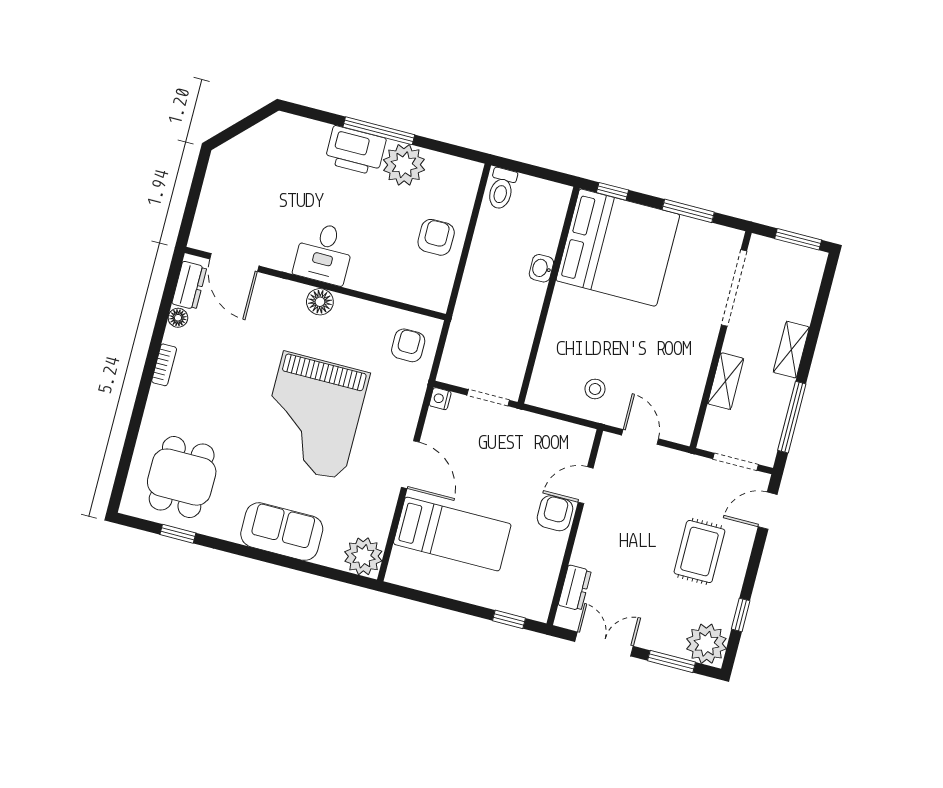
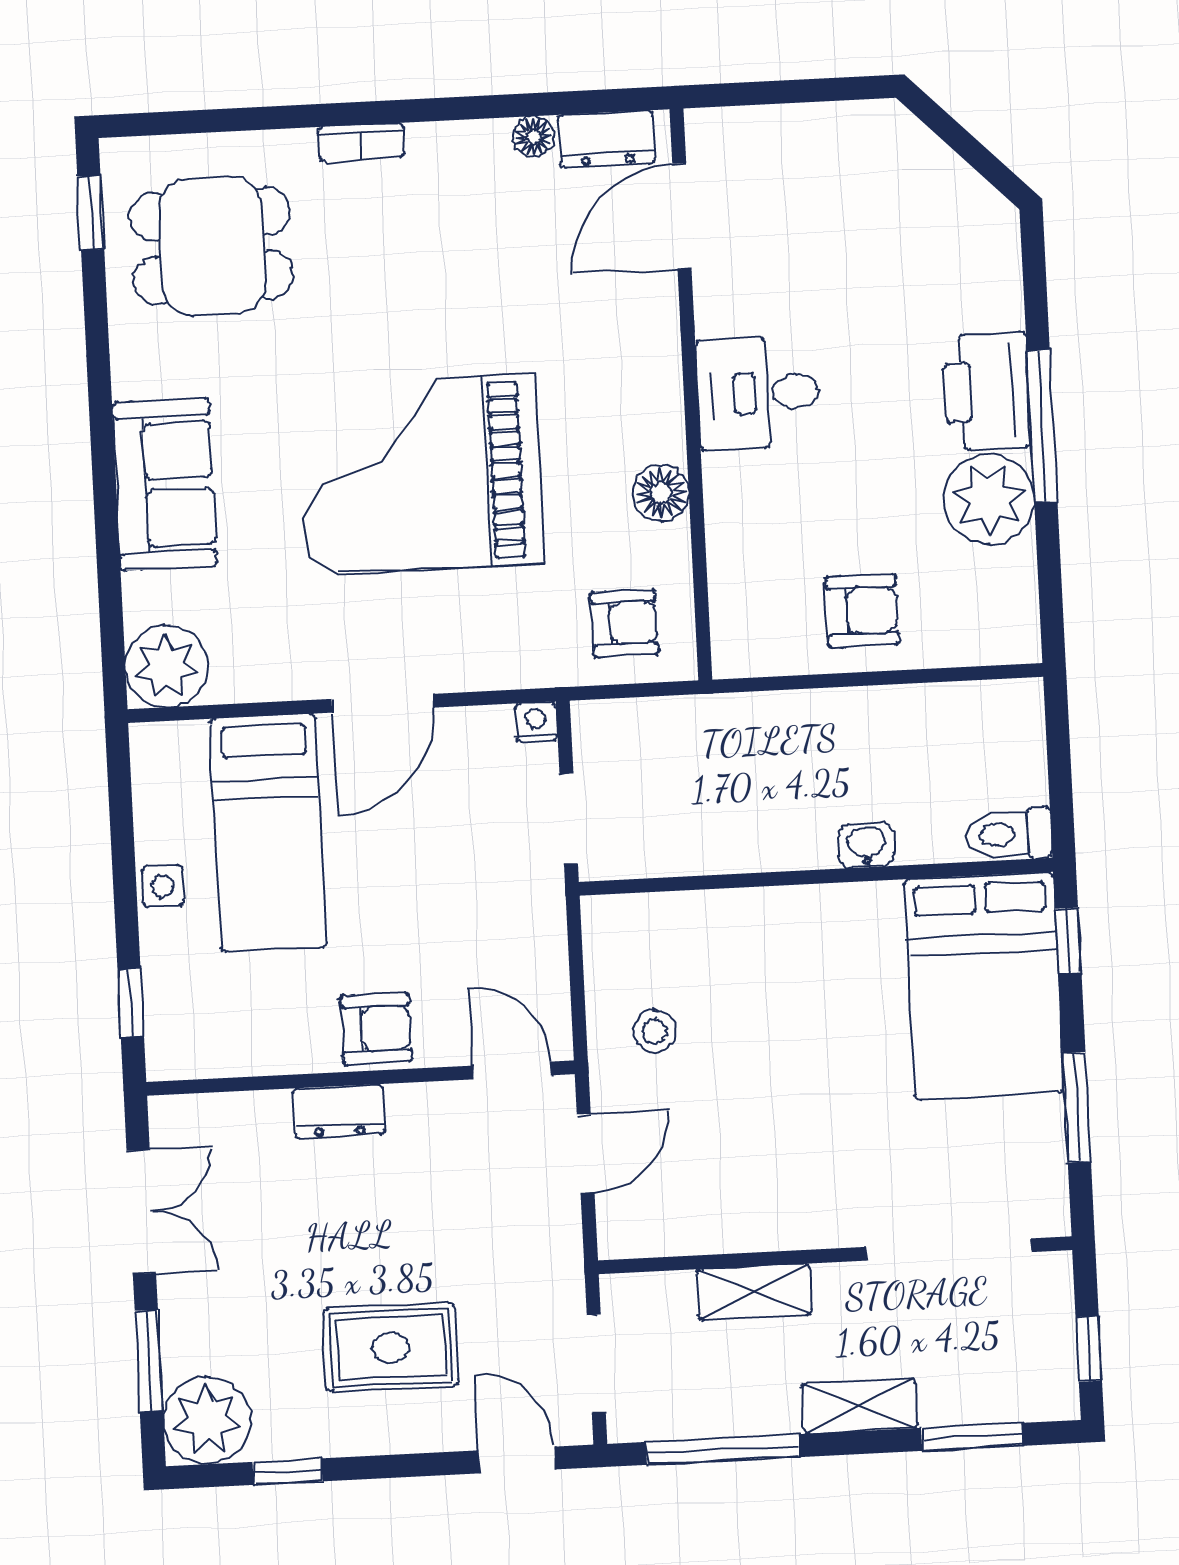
toilet: (502, 189) -> (1009, 834), moved
window: (798, 239) -> (1089, 1349), width x0.67
bed: (618, 248) -> (984, 986), width x0.73
floor lamp: (320, 302) -> (661, 493), moved
window: (821, 304) -> (972, 1437), added
bookcase: (164, 365) -> (362, 142), moved
door: (586, 485) -> (512, 1070), moved
window: (178, 534) -> (91, 213), moved
dresser: (575, 588) -> (339, 1111), moved
side table: (461, 589) -> (163, 886), added

